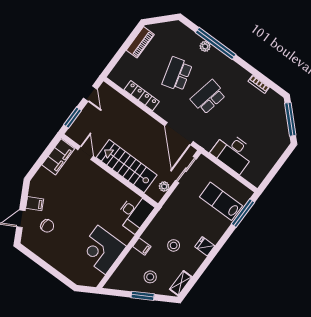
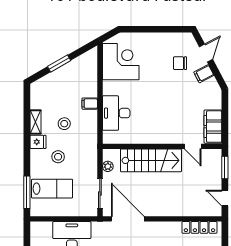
locker: (142, 96) -> (199, 227), moved
desk: (134, 213) -> (116, 113), moved
corner desk: (102, 250) -> (121, 62), moved
stool: (150, 277) -> (58, 157), moved
shelving: (181, 283) -> (36, 122), moved

